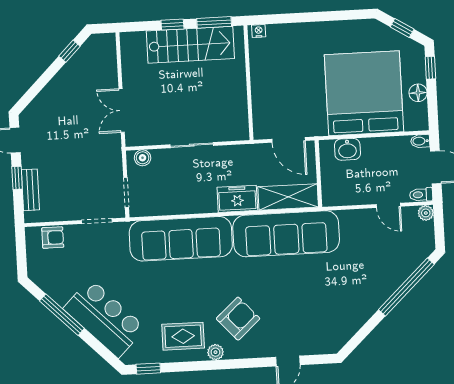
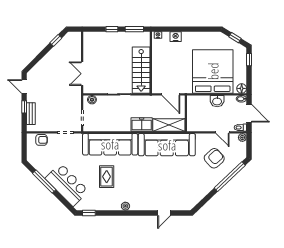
nightstand: (292, 32) -> (176, 37), added
stairs: (190, 45) -> (141, 70), moved, turned 90
floor lamp: (418, 93) -> (242, 88), moved
washbasin: (347, 149) -> (217, 101), moved
armchair: (238, 319) -> (214, 158), moved
rug: (183, 336) -> (107, 177), moved, turned 90

